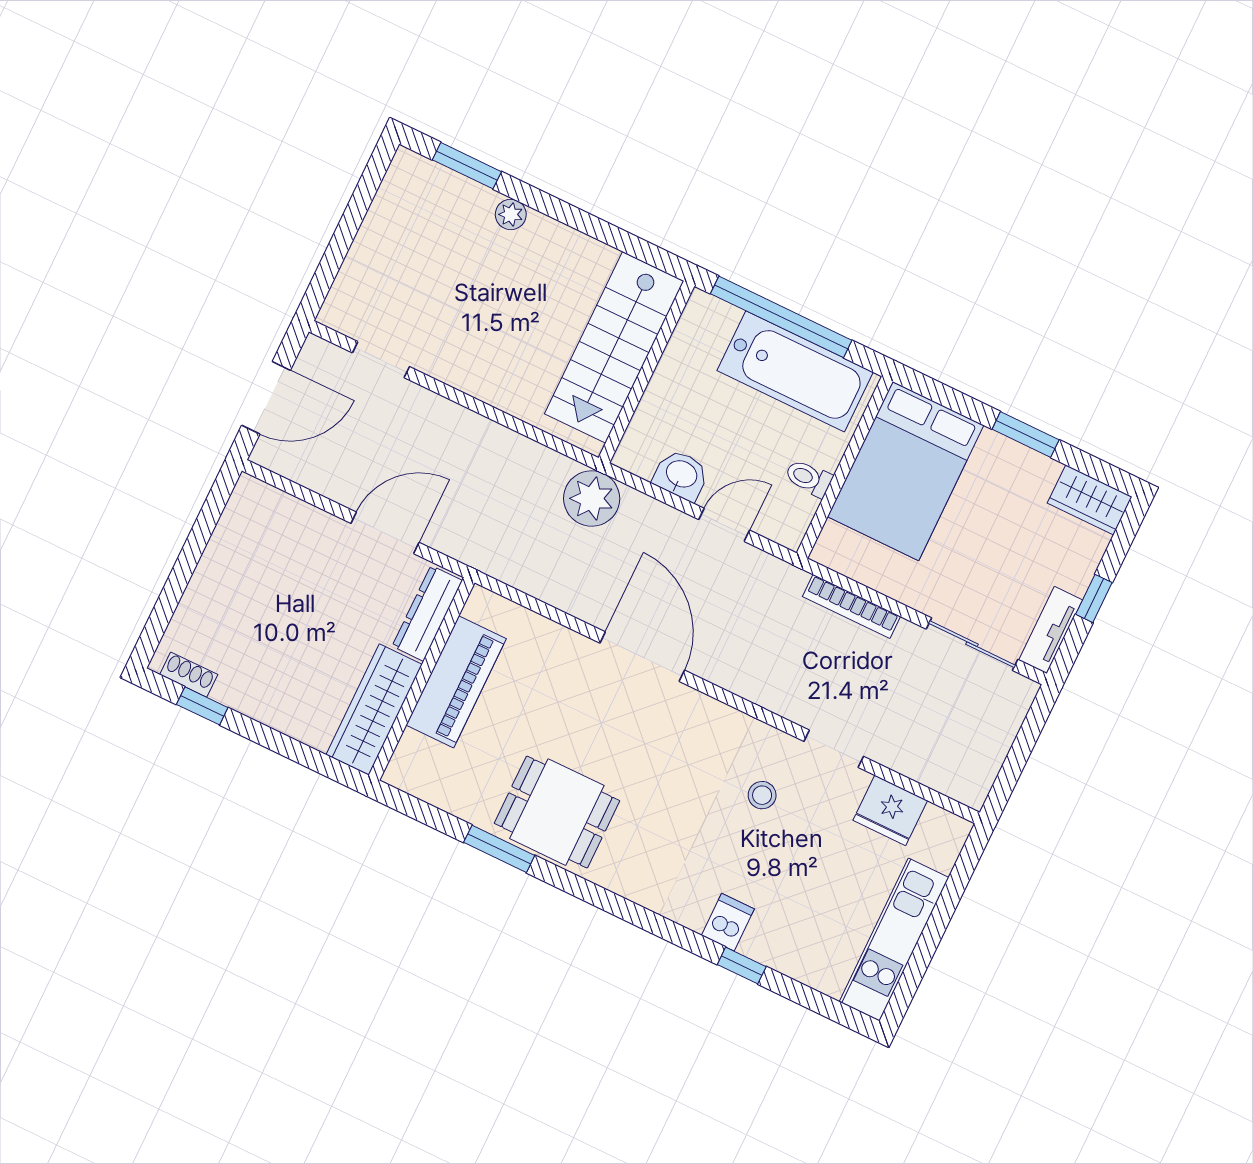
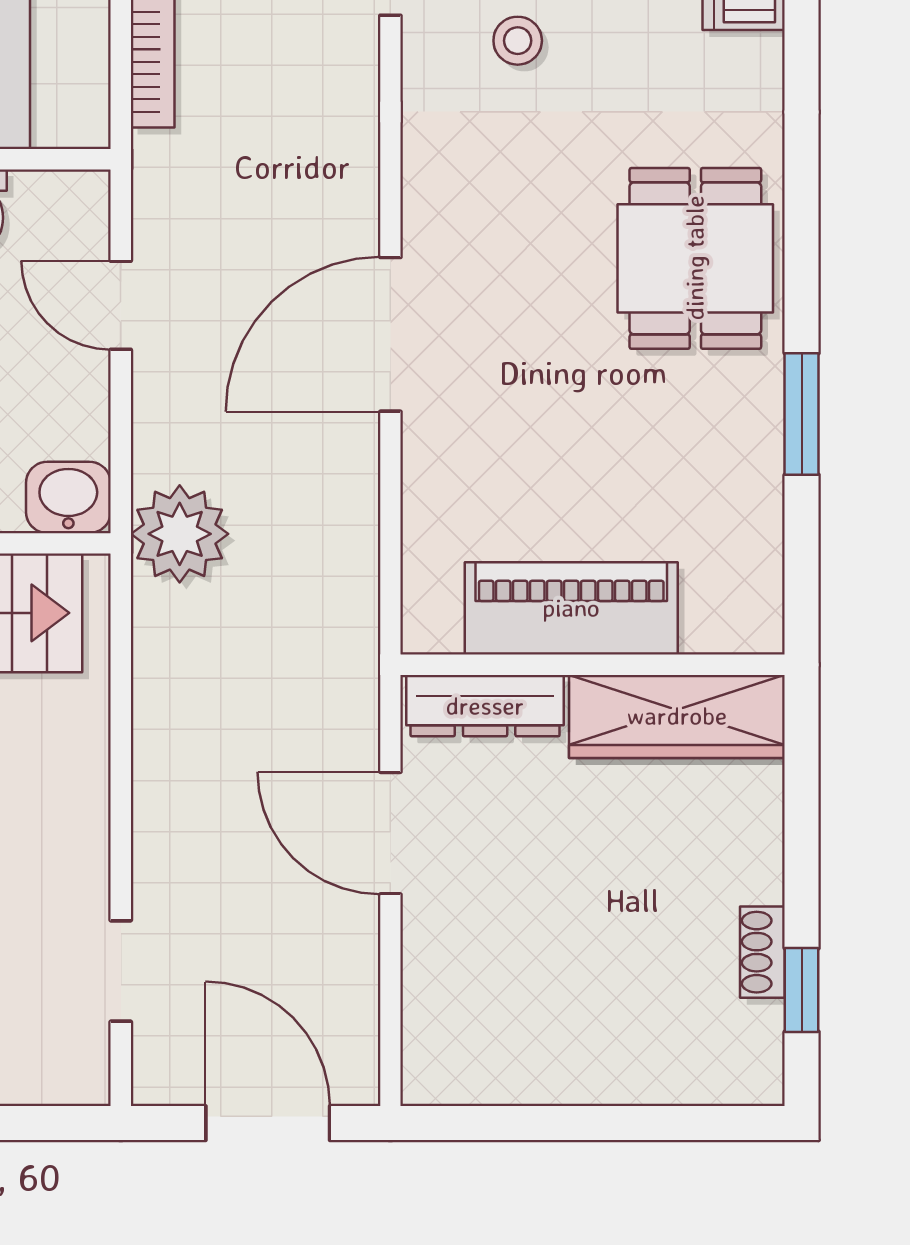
washbasin: (681, 475) -> (68, 497), moved, turned 90
shoe rack: (189, 675) -> (762, 952), moved
dining table: (557, 812) -> (695, 258), moved

